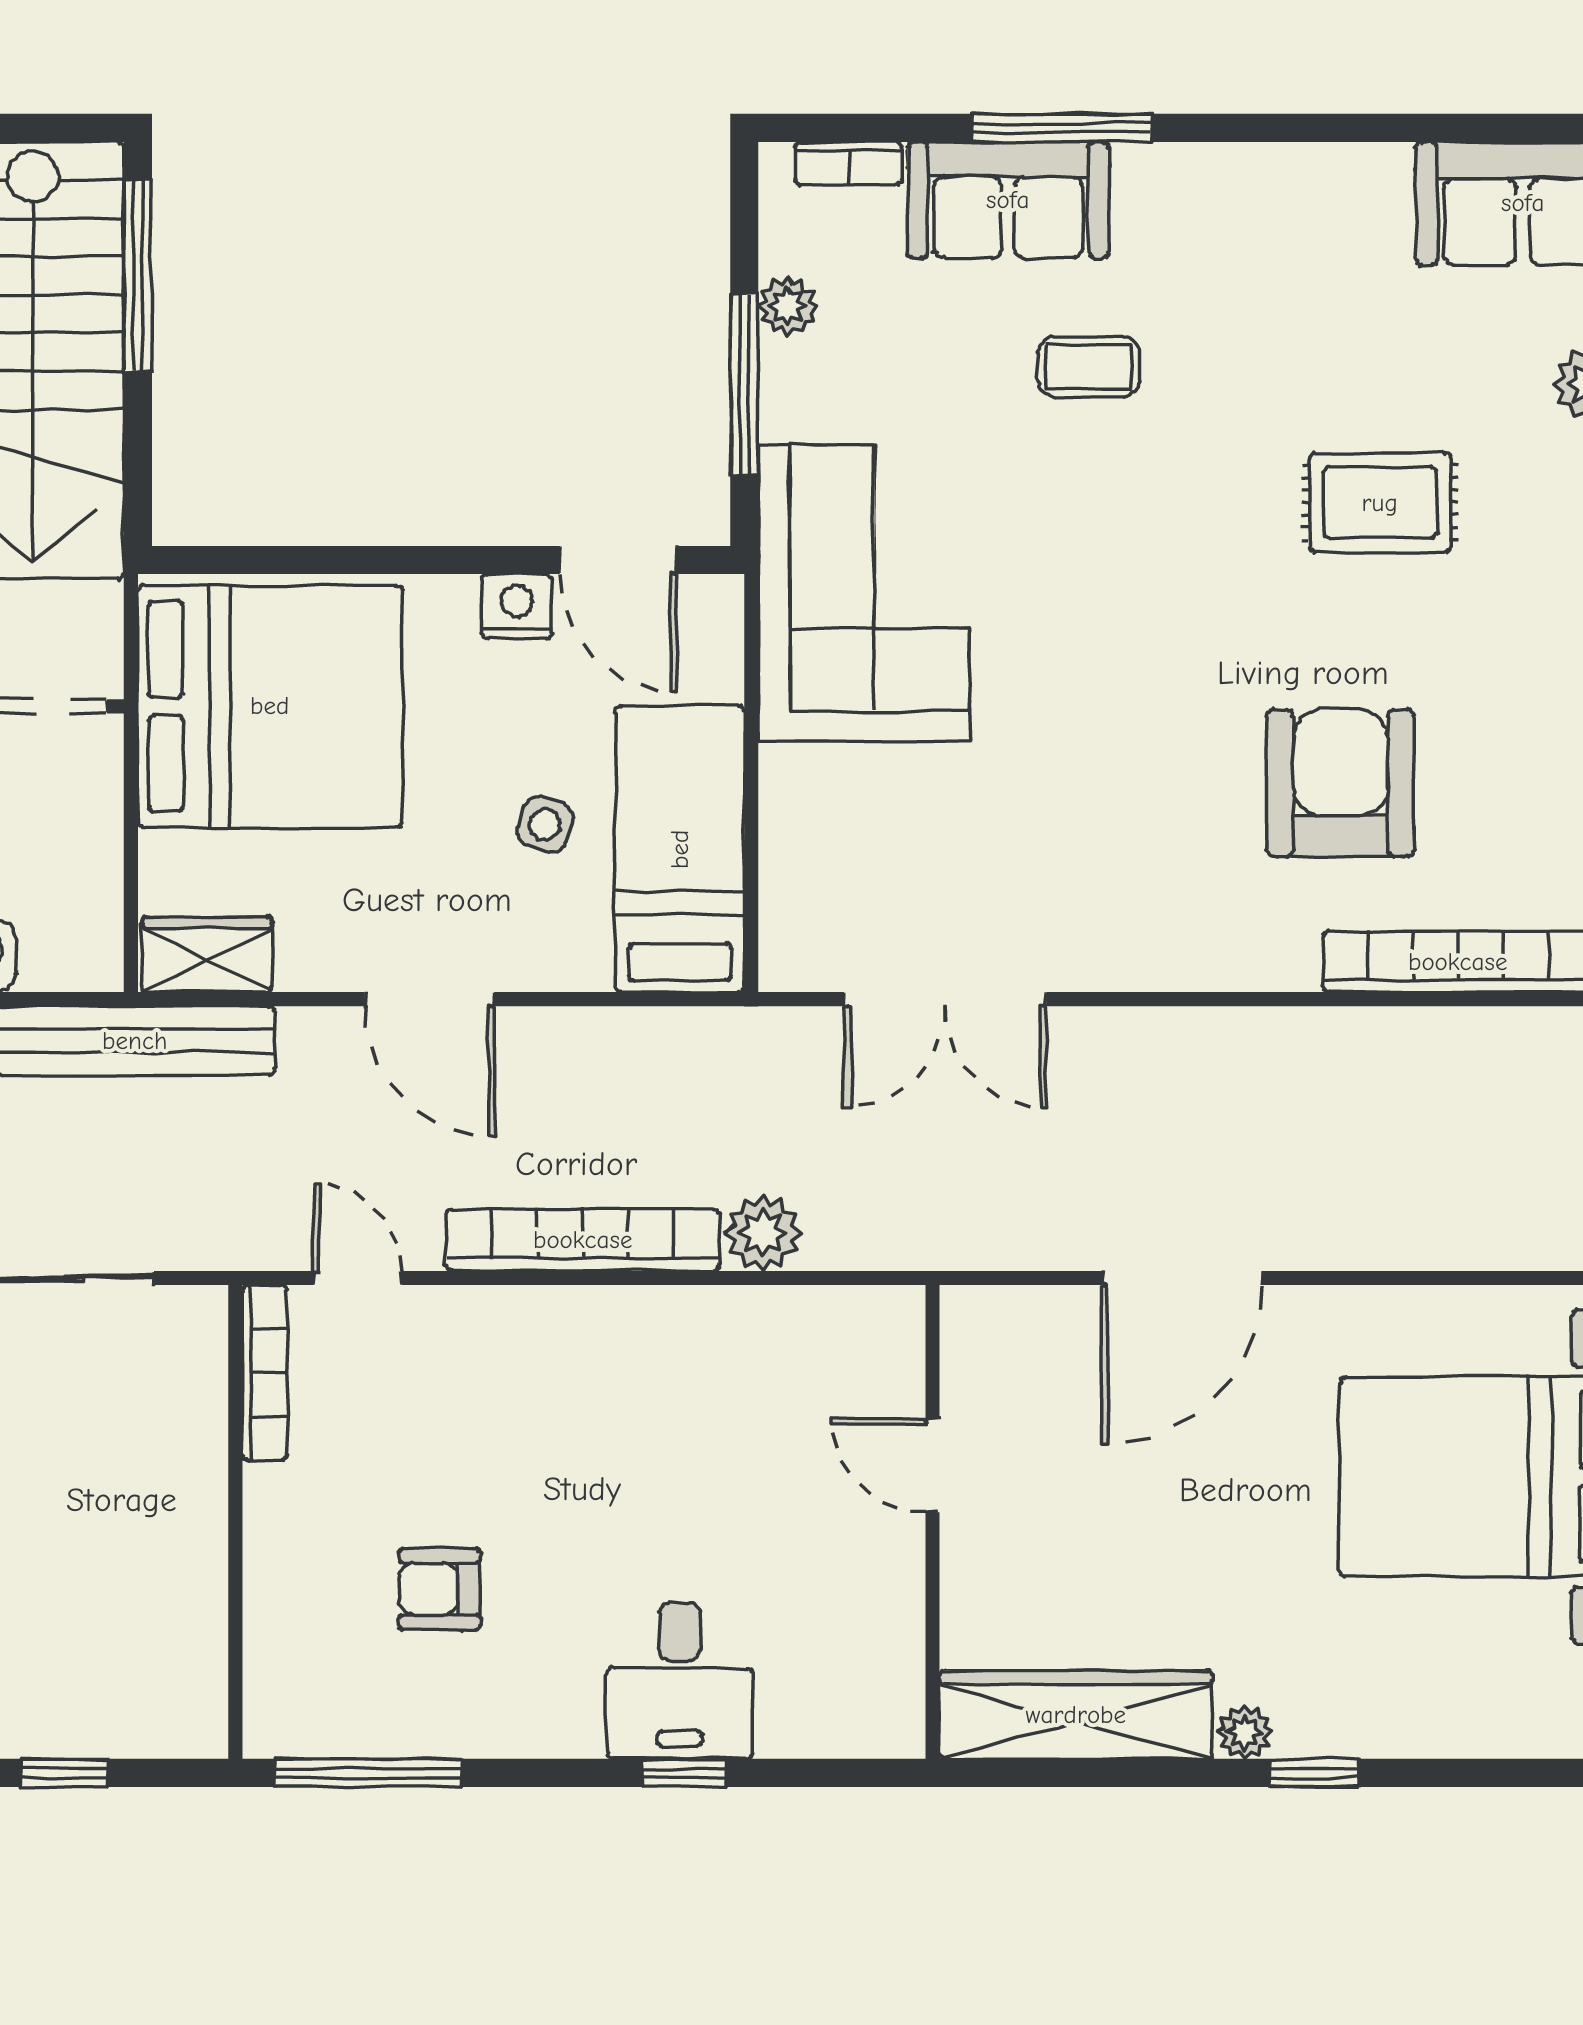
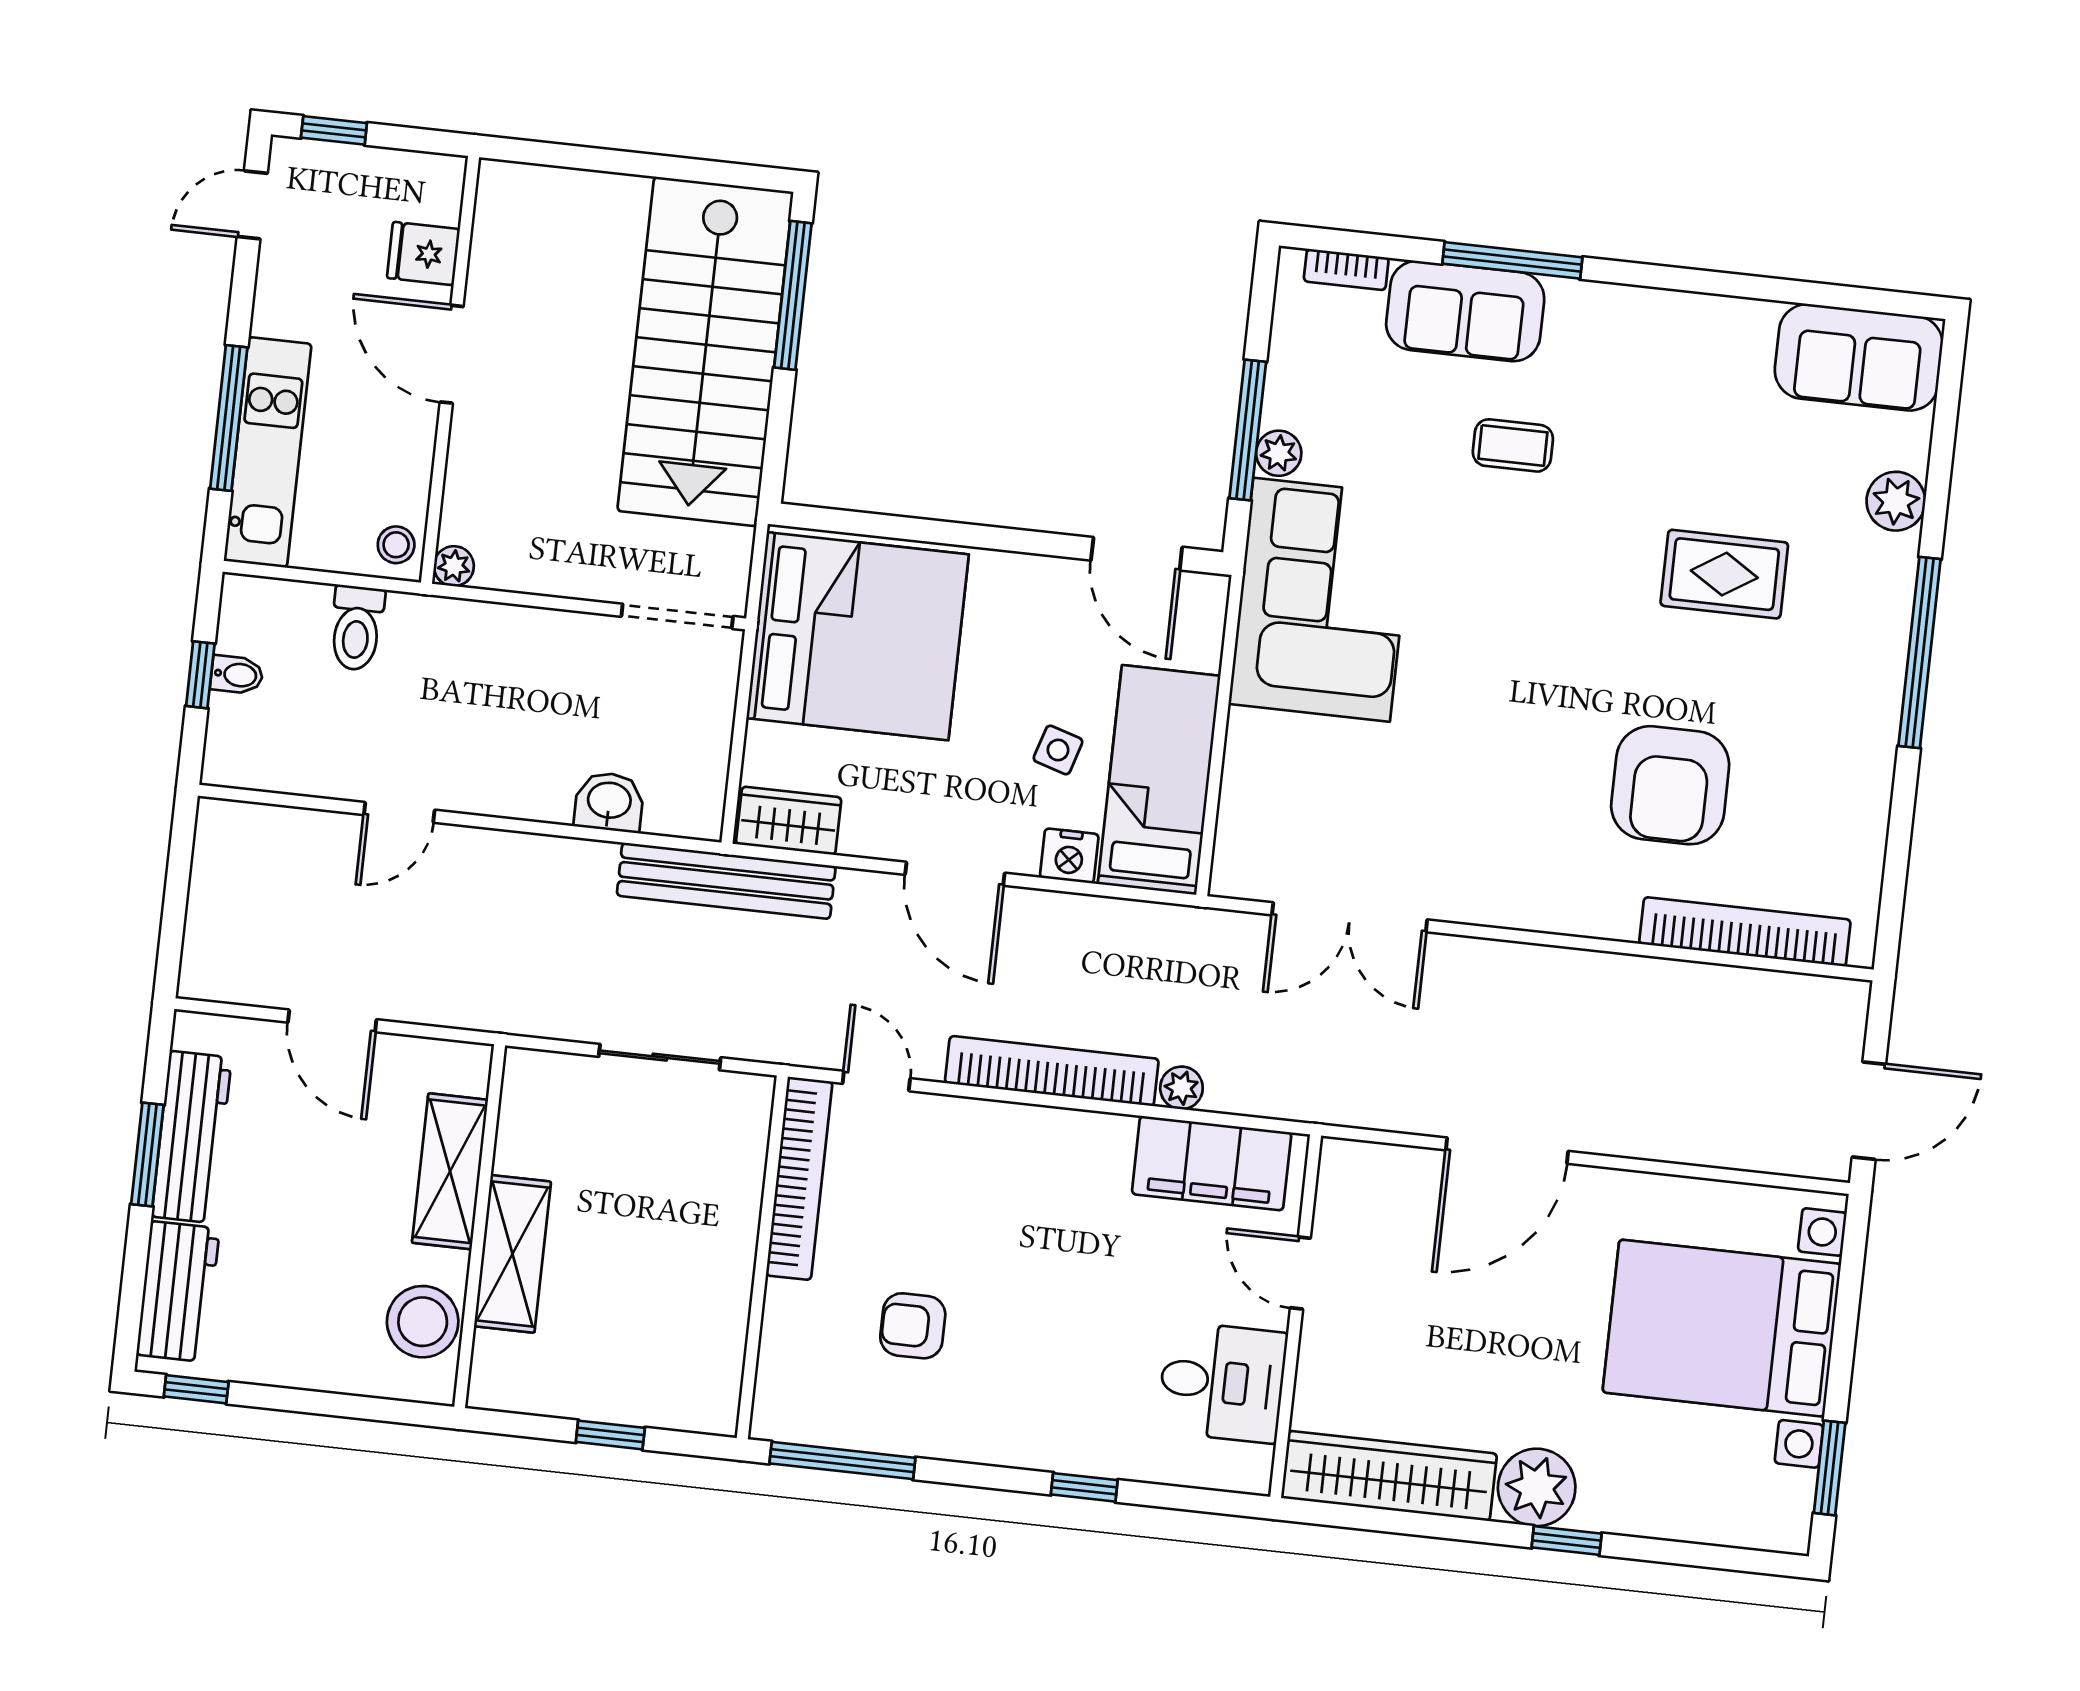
plant: (788, 306) -> (1279, 453), moved
nightstand: (517, 606) -> (1069, 856), moved, turned 180
armchair: (1340, 783) -> (1670, 785), turned 180
plant: (763, 1233) -> (1181, 1088), width x0.73, depth x0.73
filing cabinet: (802, 1336) -> (1212, 1163), added
bookcase: (265, 1373) -> (799, 1178), width x1.48, depth x1.31
desk: (680, 1680) -> (1222, 1382), moved, turned -90
plant: (1245, 1732) -> (1537, 1487), width x1.88, depth x1.88

